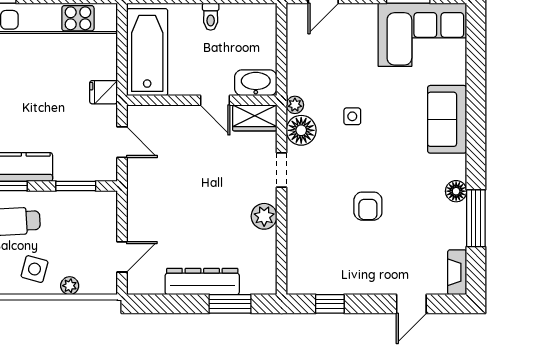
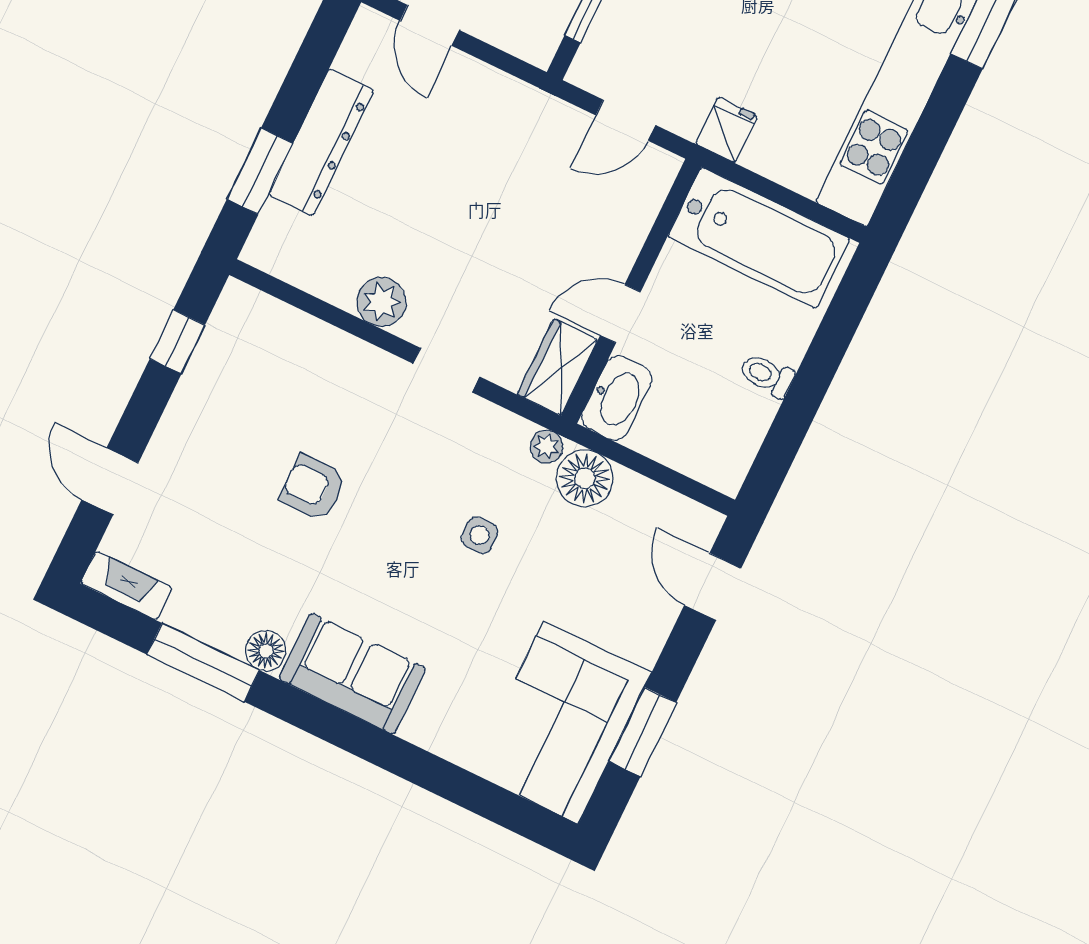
sofa: (447, 119) -> (352, 674), moved
floor lamp: (301, 130) -> (585, 478), moved

